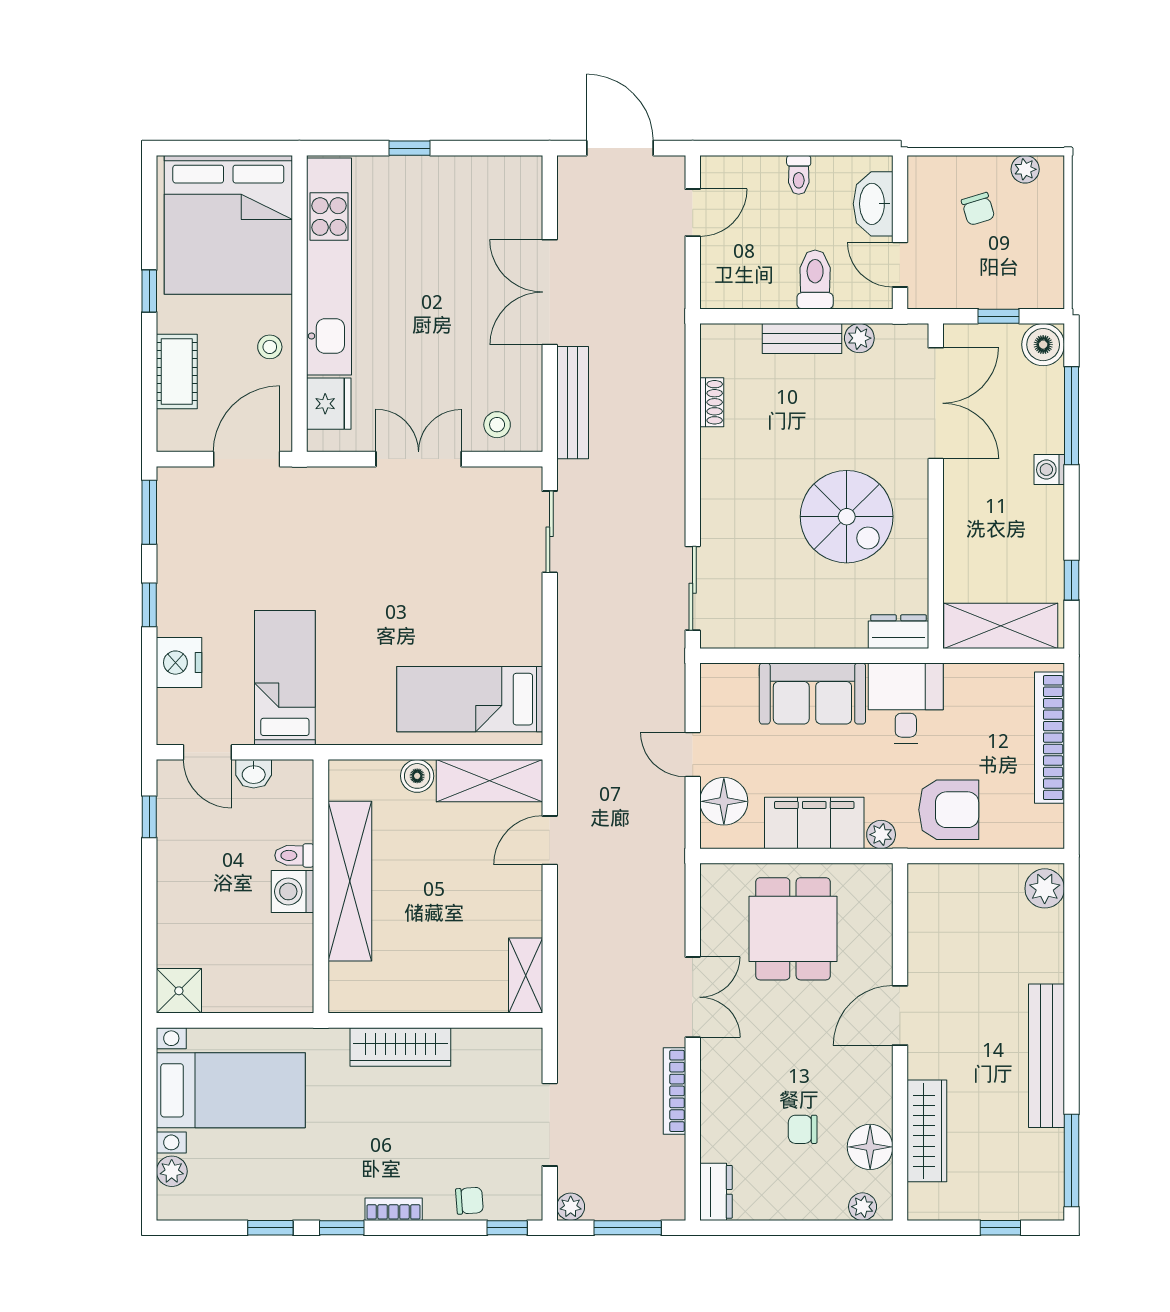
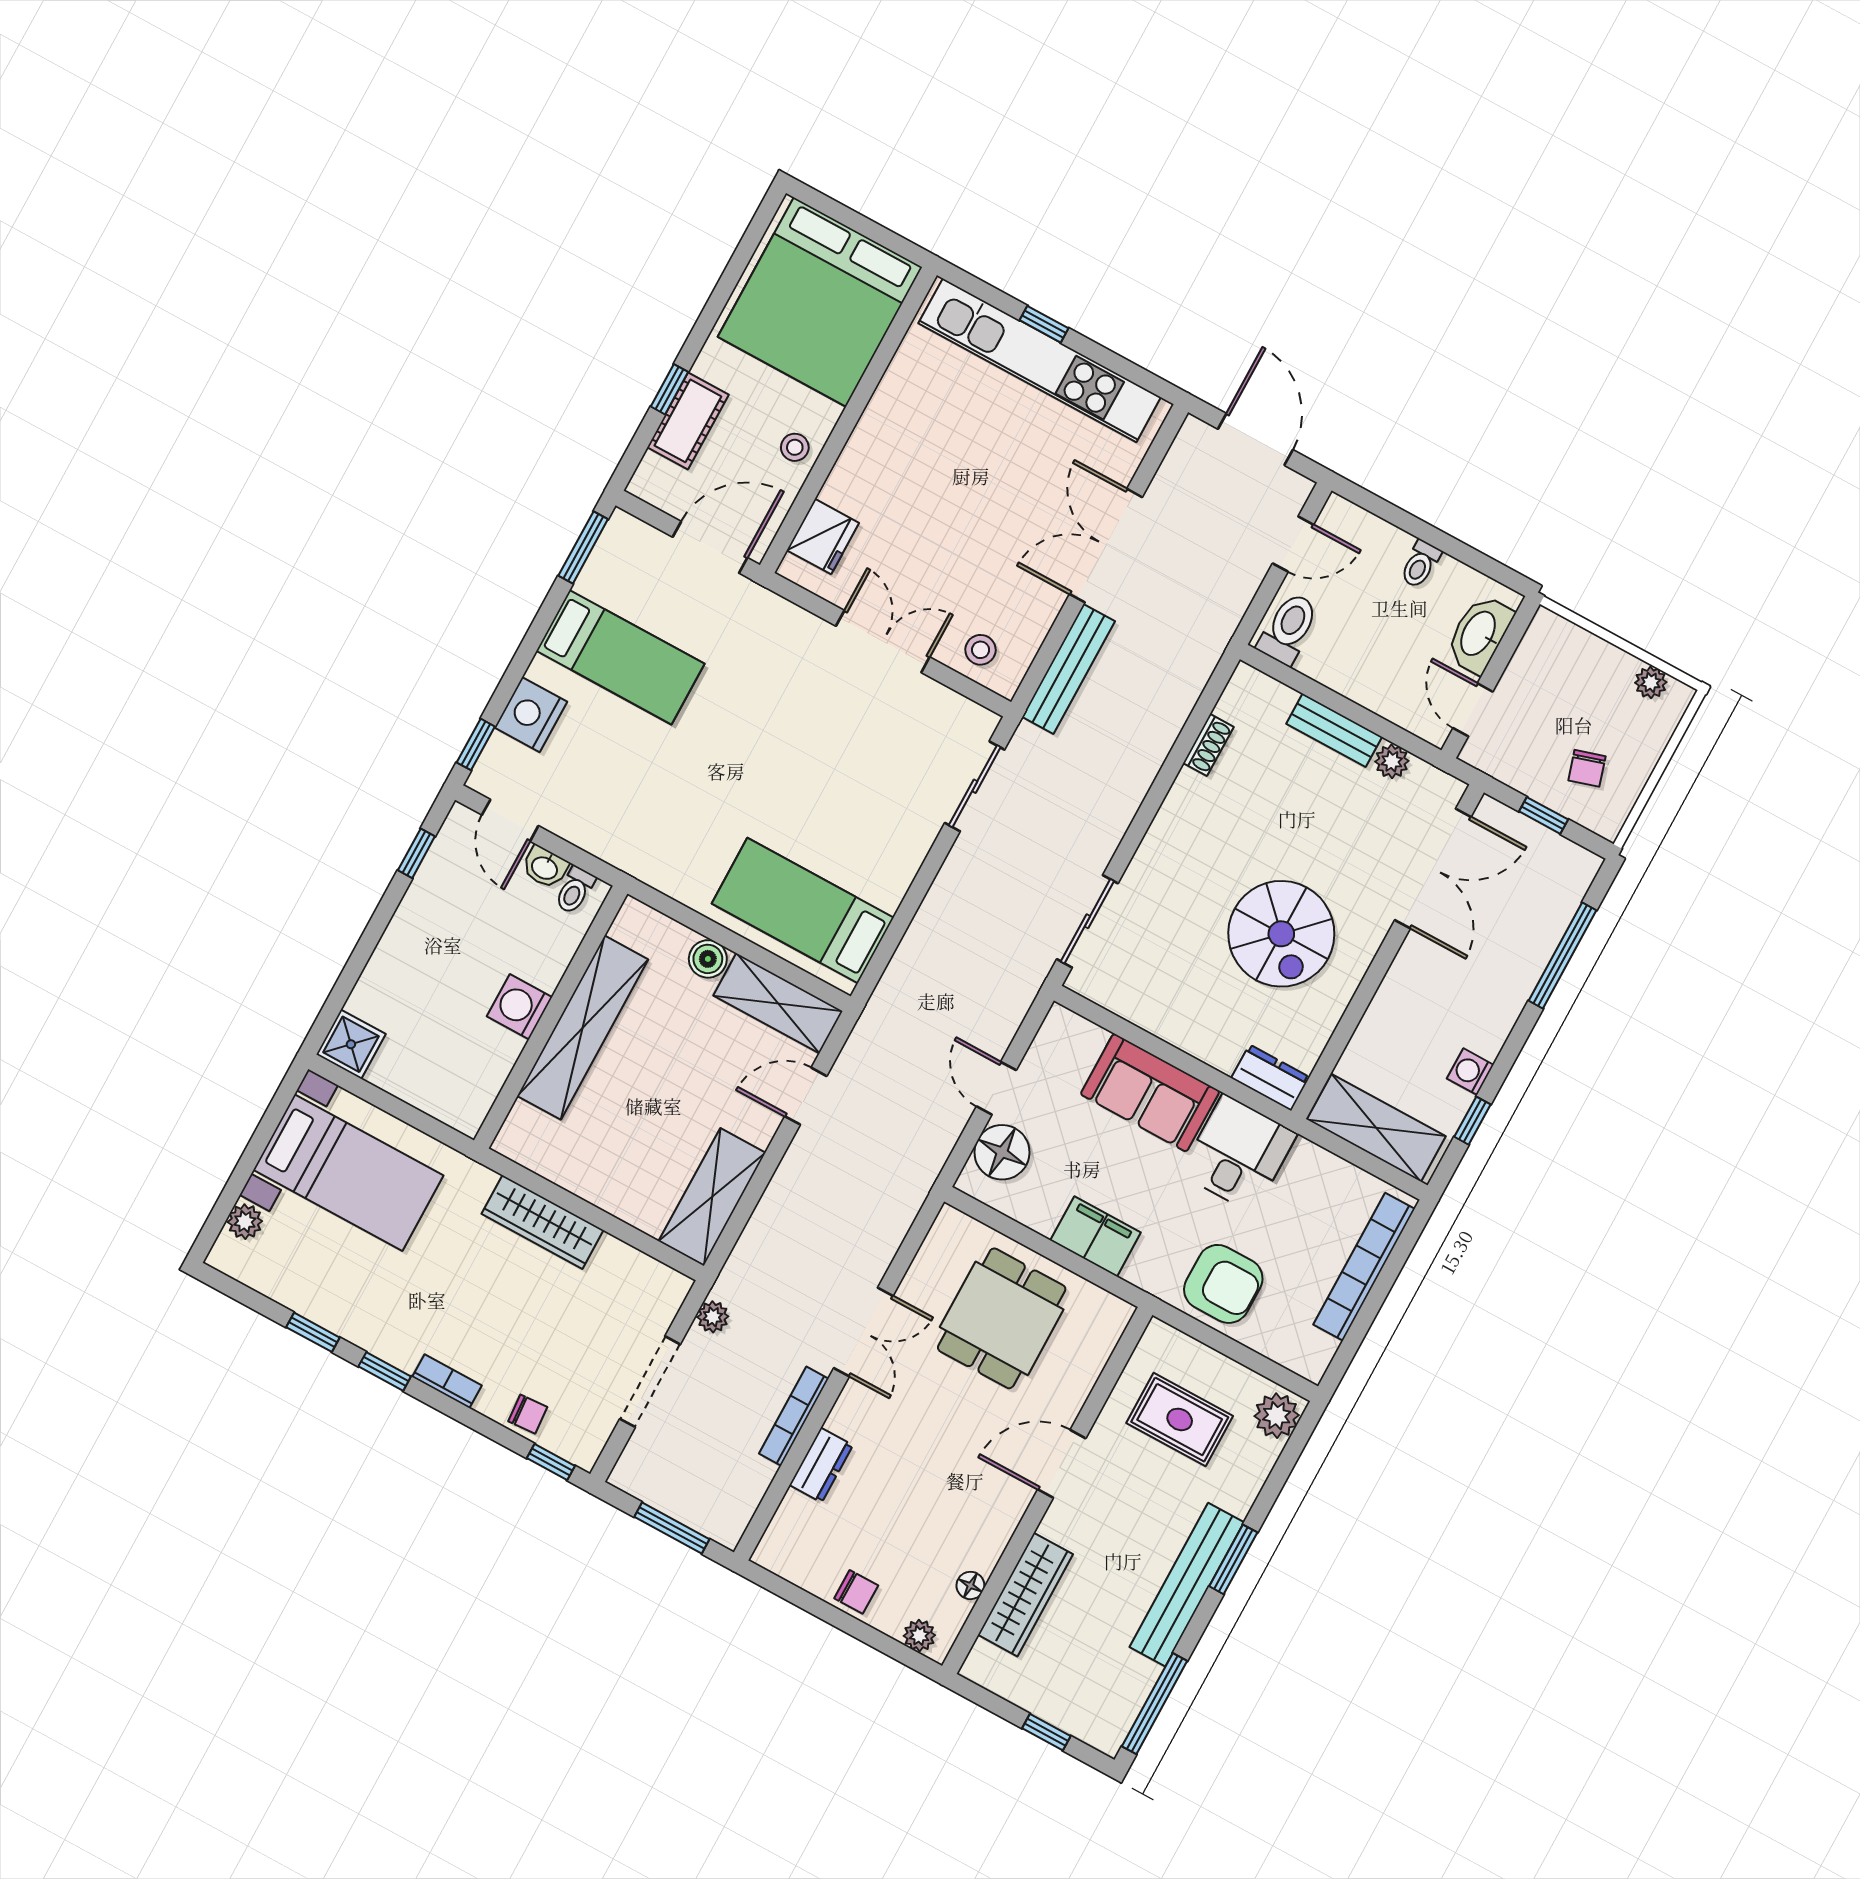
chair: (978, 209) -> (1587, 768), moved
kitchen unit: (329, 266) -> (1040, 360), moved, turned 90
toilet: (815, 279) -> (1288, 629), moved
window: (149, 291) -> (669, 389), moved
boiler: (1043, 345) -> (1573, 868), removed
washing machine: (1049, 470) -> (1470, 1072), moved
window: (149, 605) -> (476, 744), moved
bed: (285, 678) -> (620, 657), moved, turned 90
filing cabinet: (814, 823) -> (1096, 1236), width x0.67, depth x0.86
plant: (881, 835) -> (1142, 1272), removed
toilet: (294, 855) -> (575, 890), moved, turned -90
rug: (972, 932) -> (1180, 1419), added
shelving: (526, 976) -> (712, 1197), width x1.50, depth x1.33
window: (1072, 1017) -> (1233, 1559), added
chair: (803, 1129) -> (856, 1592), moved, turned 180
floor lamp: (870, 1147) -> (970, 1585), width x0.53, depth x0.53
dresser: (716, 1192) -> (821, 1465), moved
plant: (571, 1207) -> (713, 1317), moved

